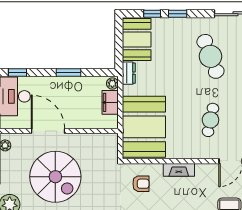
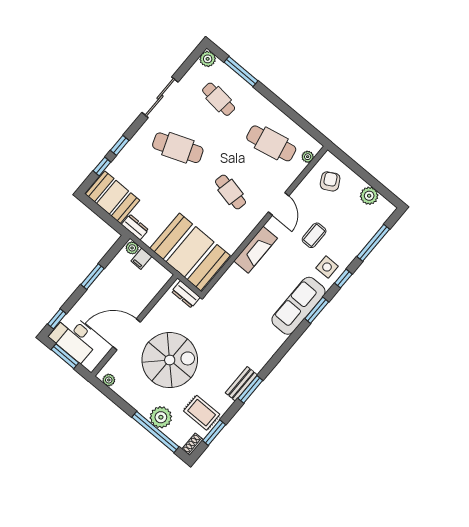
filing cabinet: (110, 102) -> (141, 259), width x0.50
dresser: (111, 149) -> (186, 294), added
fireplace: (179, 170) -> (256, 250), width x1.37, depth x1.32
armchair: (141, 184) -> (235, 294), removed

